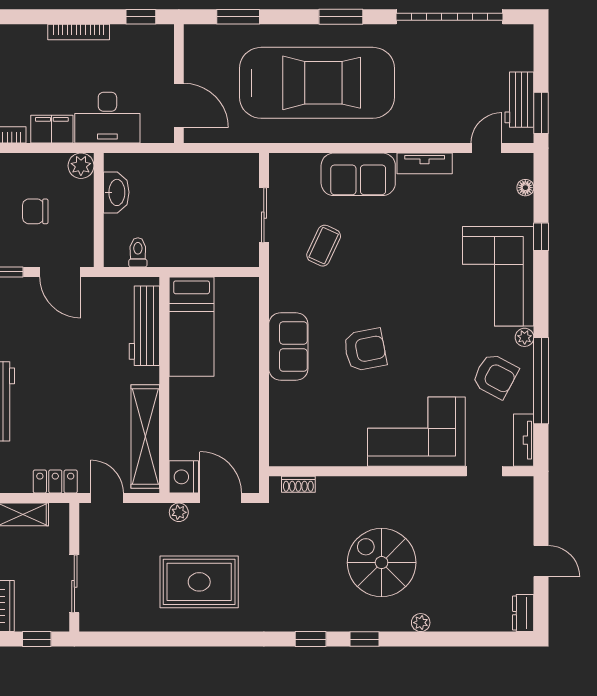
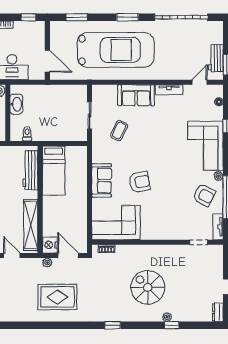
corner sofa: (416, 432) -> (116, 223), moved
window: (364, 639) -> (172, 325), moved

